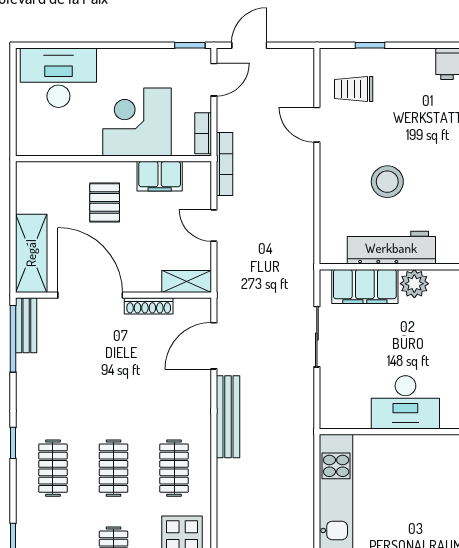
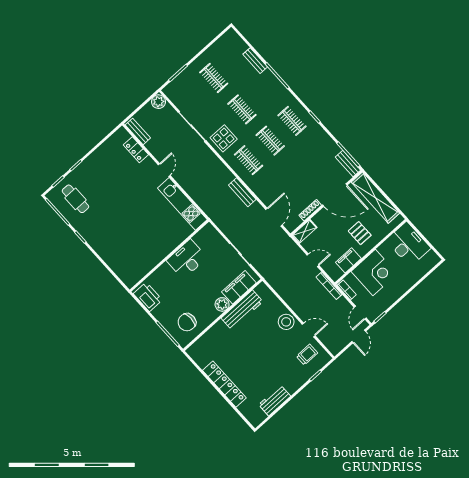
desk: (58, 78) -> (408, 244), moved, turned -90
stool: (387, 182) -> (286, 322), moved
shelving: (31, 253) -> (375, 198), width x1.47
bench: (228, 417) -> (242, 192), width x0.73

